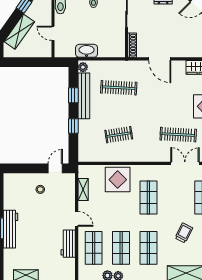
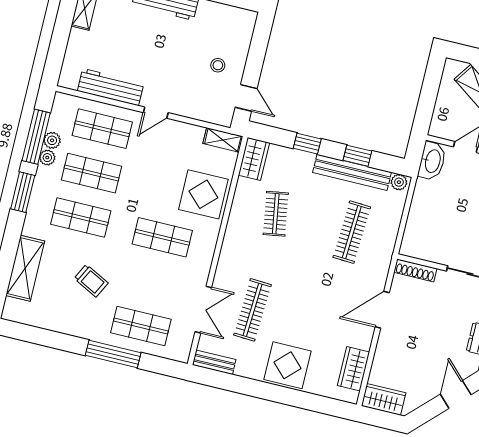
washbasin: (87, 51) -> (432, 161), moved
wardrobe: (90, 155) -> (254, 159), added
shelving: (83, 190) -> (223, 140), moved
workbench: (68, 244) -> (111, 87), width x1.38

